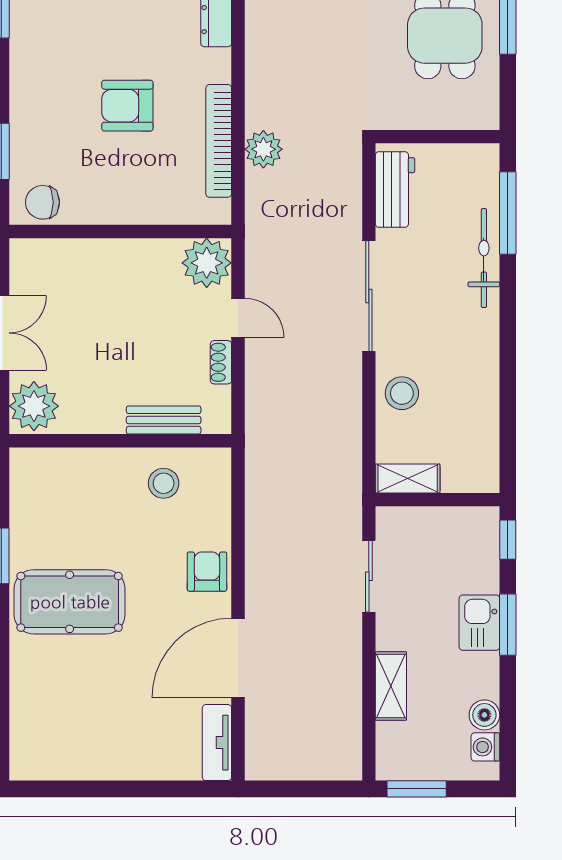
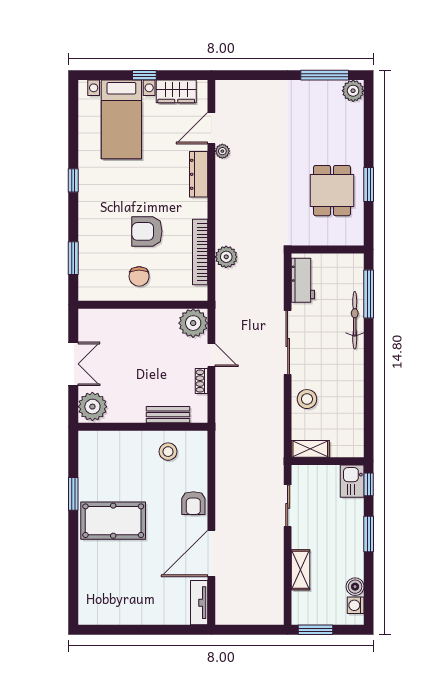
chair: (43, 202) -> (139, 276), moved, turned -90
armchair: (207, 572) -> (193, 503), turned 180
kitchen sink: (479, 623) -> (352, 481), moved

